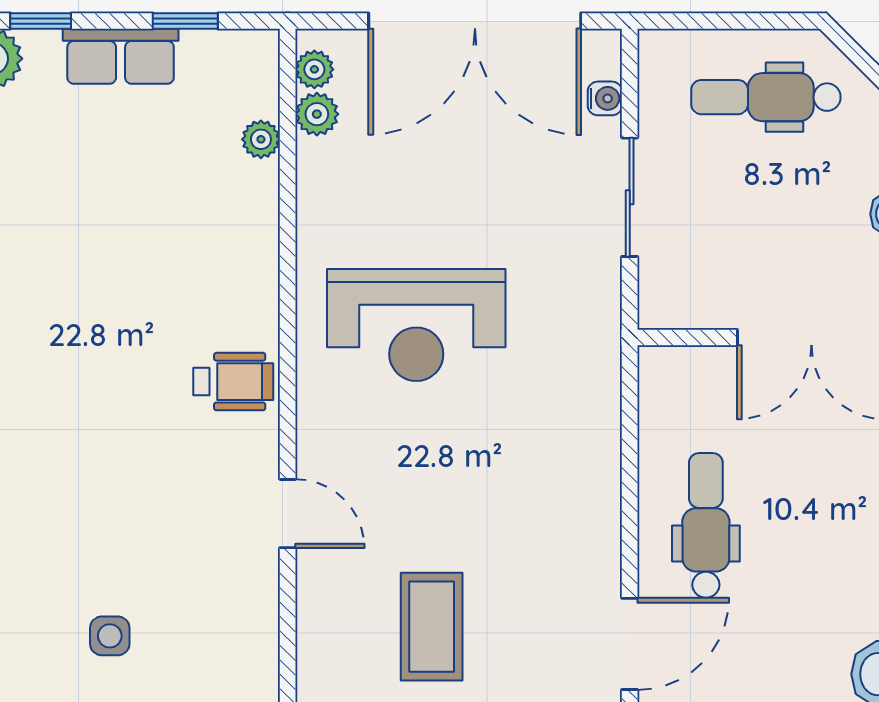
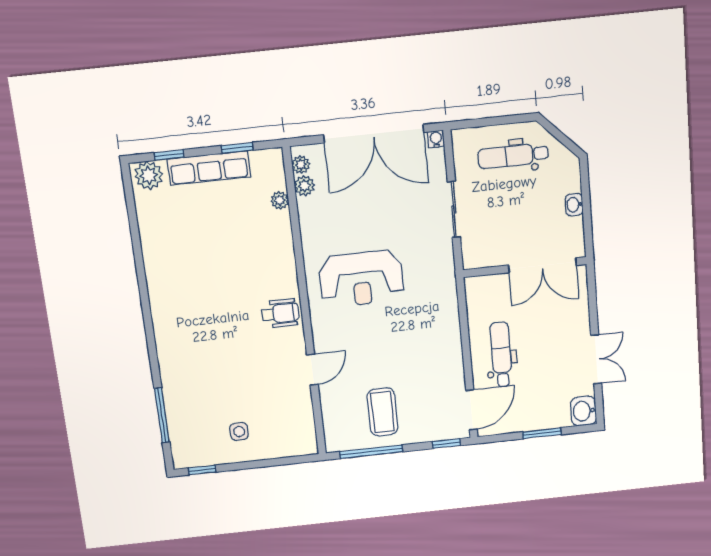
row of seats: (121, 56) -> (209, 168), width x1.48
water cooler: (605, 98) -> (436, 139), moved, turned -90
door: (288, 514) -> (312, 370), hinge flipped

